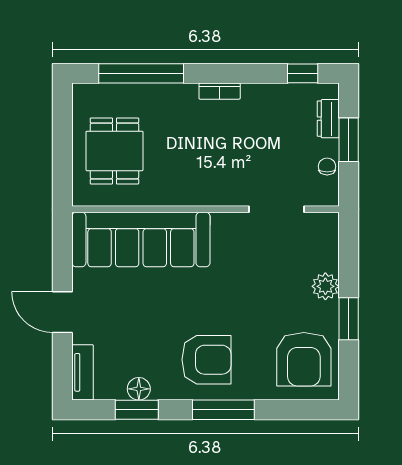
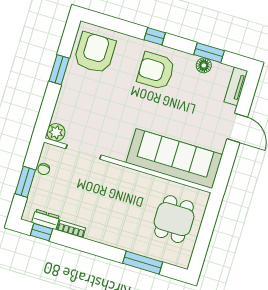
window: (141, 73) -> (143, 263), width x0.68
bookcase: (220, 91) -> (71, 229), moved
dresser: (328, 119) -> (46, 219), moved, turned -90
plant: (325, 286) -> (56, 132), moved
window: (223, 410) -> (155, 36), width x0.46

